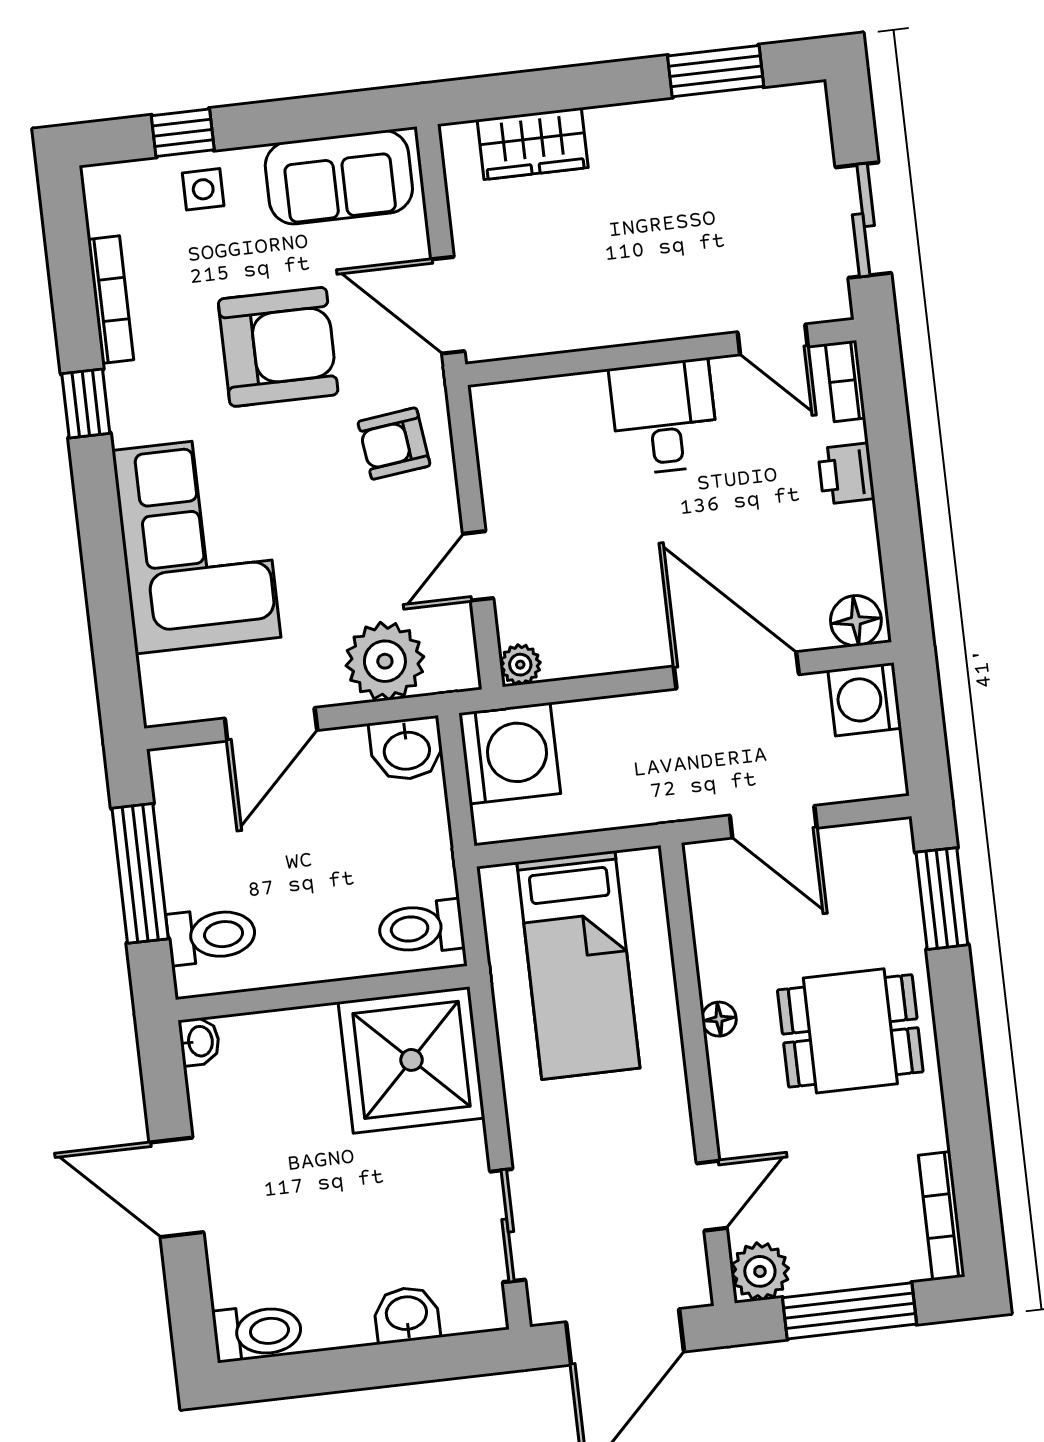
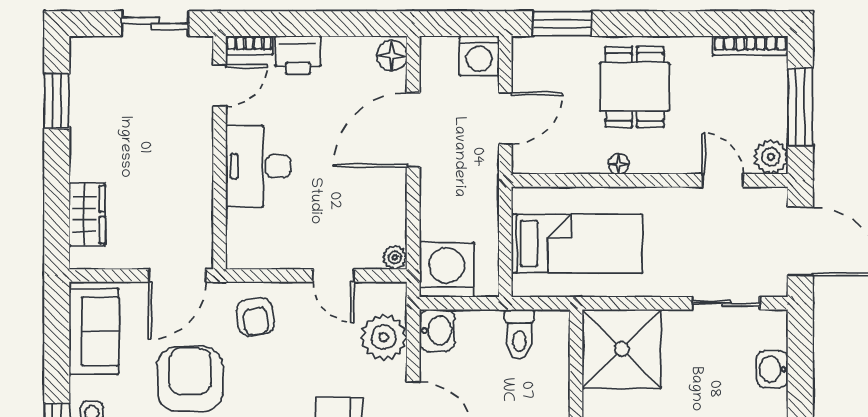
desk: (664, 417) -> (258, 166), width x1.37
printer: (846, 474) -> (298, 55), width x1.36, depth x1.24
washing machine: (865, 699) -> (479, 56), moved
toilet: (421, 928) -> (519, 334), moved

